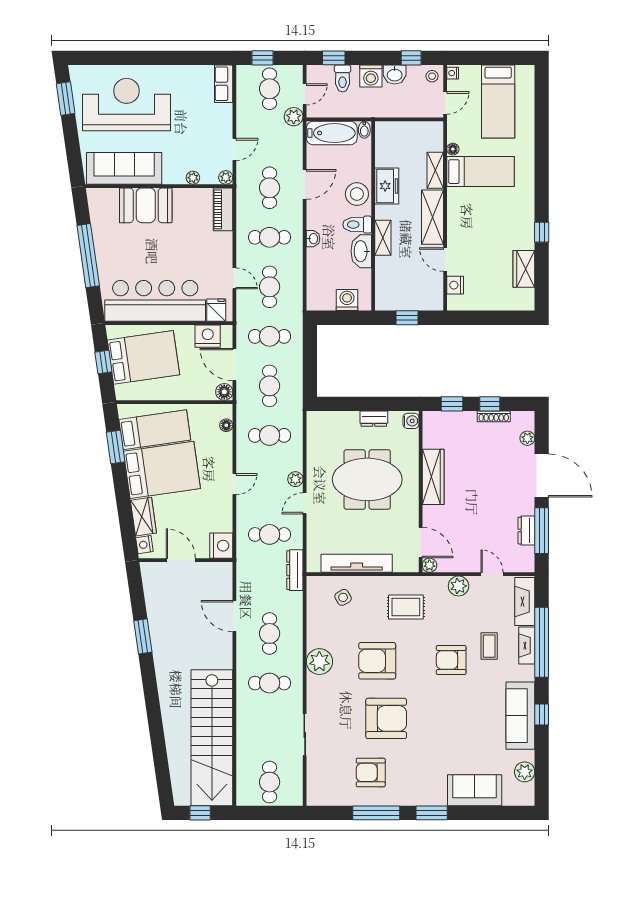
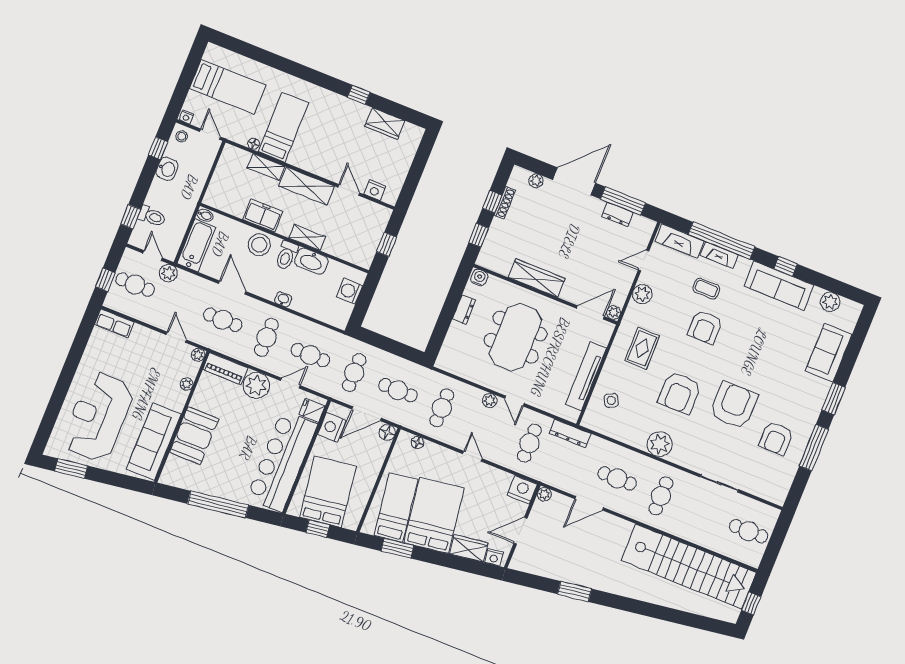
washing machine: (371, 76) -> (160, 190), removed
plant: (219, 246) -> (256, 385), added
door: (445, 260) -> (349, 190), swing flipped
plant: (225, 569) -> (544, 494), added

